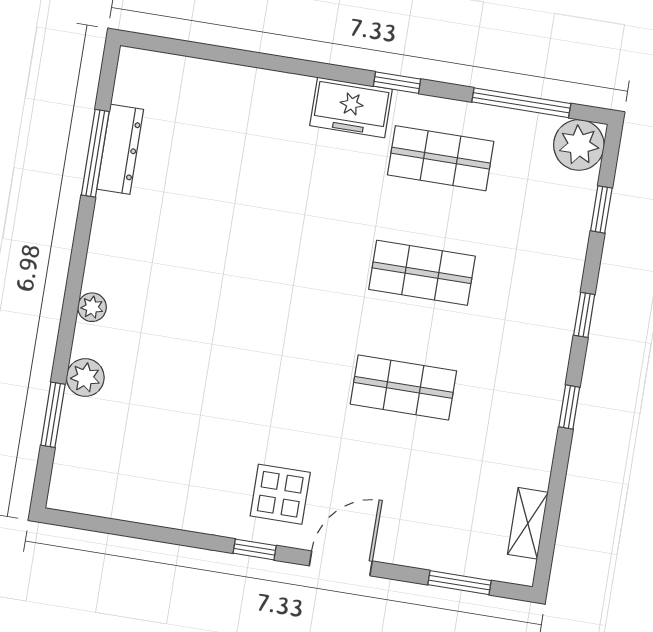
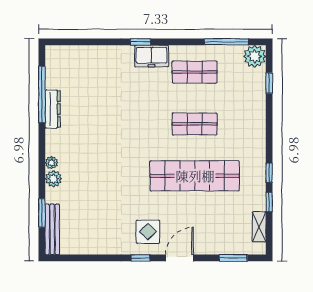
window: (397, 83) -> (140, 42), moved
dresser: (120, 149) -> (53, 109), moved
window: (95, 153) -> (42, 95), width x1.46
window: (584, 315) -> (269, 202), moved
plant: (85, 377) -> (54, 179), moved
shop shelf: (403, 387) -> (195, 176), width x2.00, depth x1.36
bench: (70, 455) -> (52, 229), added

